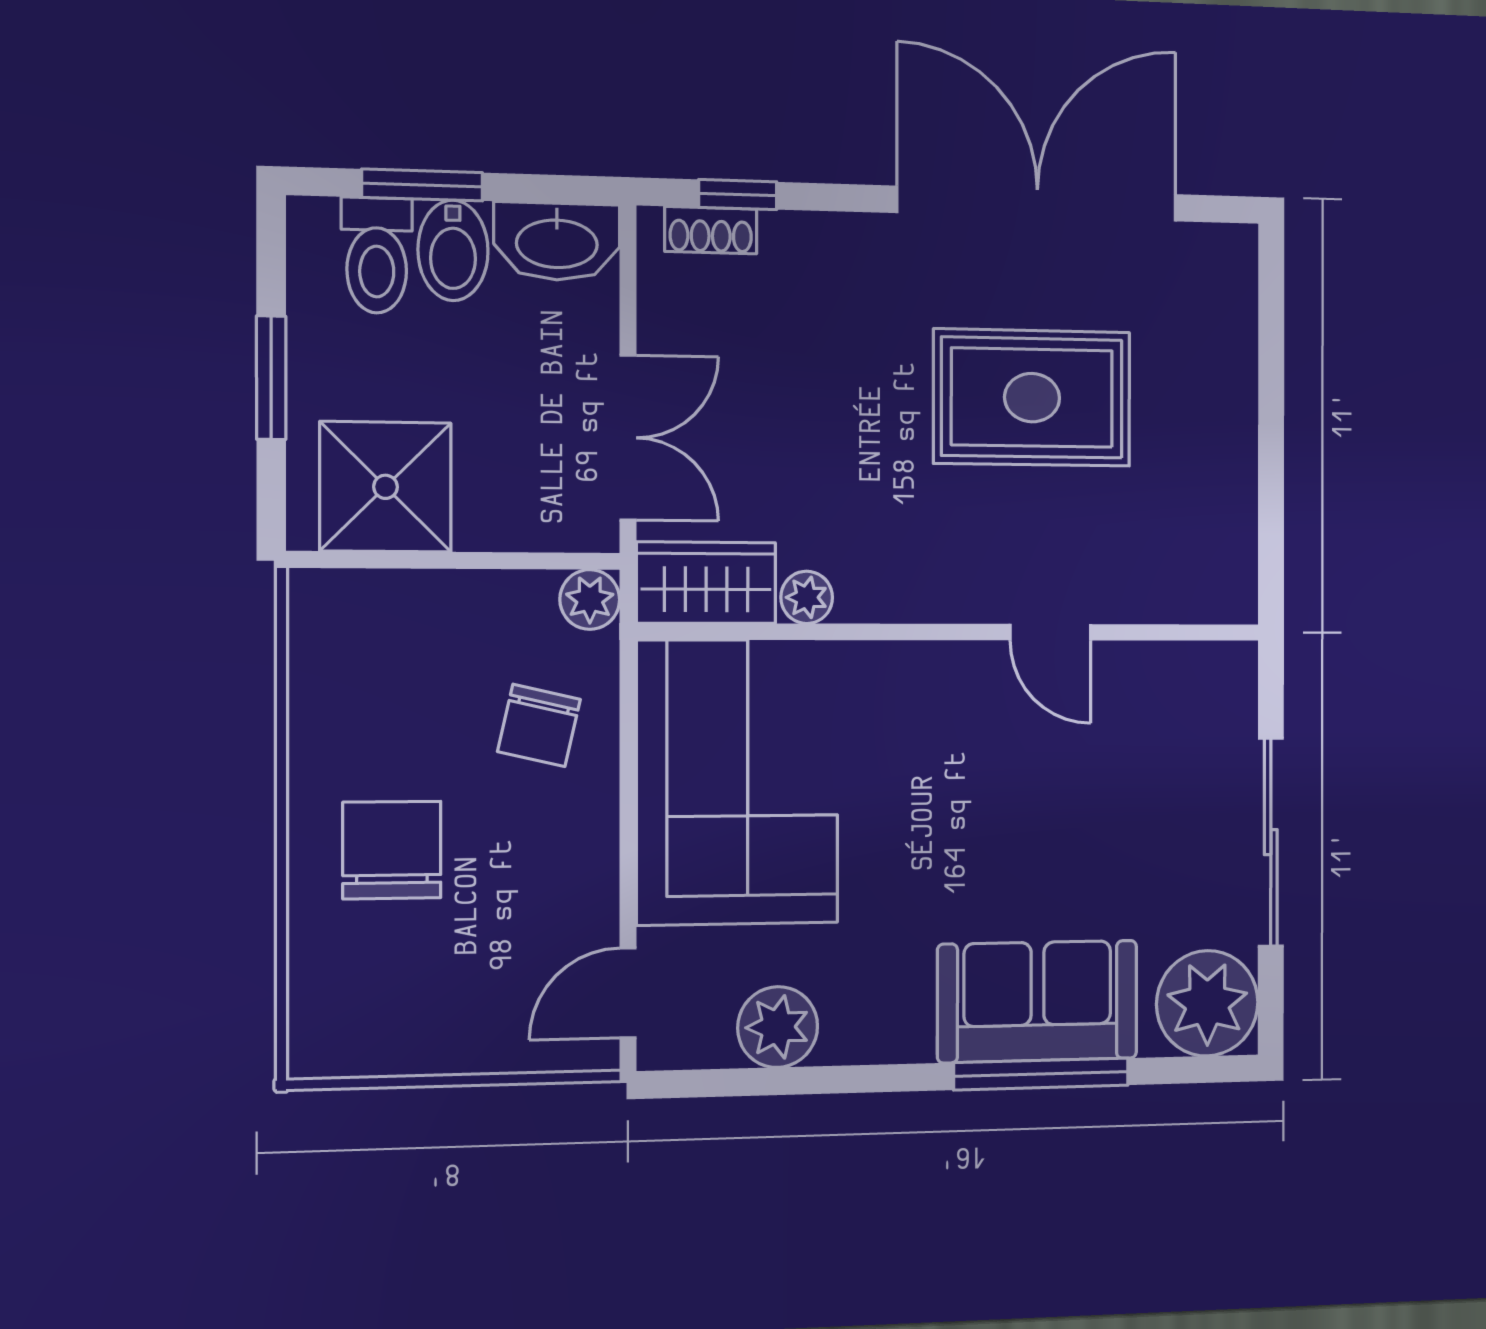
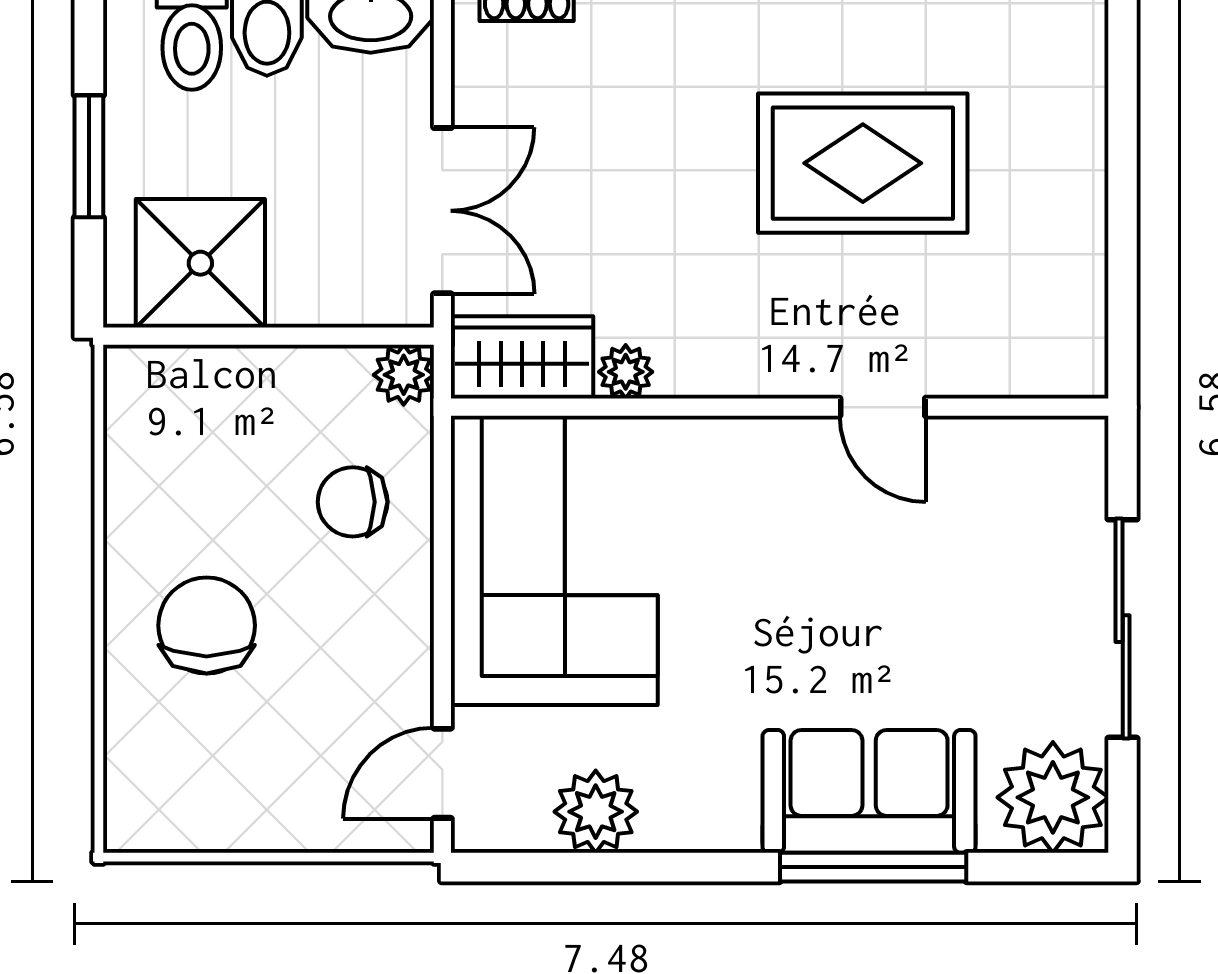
chair: (539, 725) -> (353, 502), turned 77

